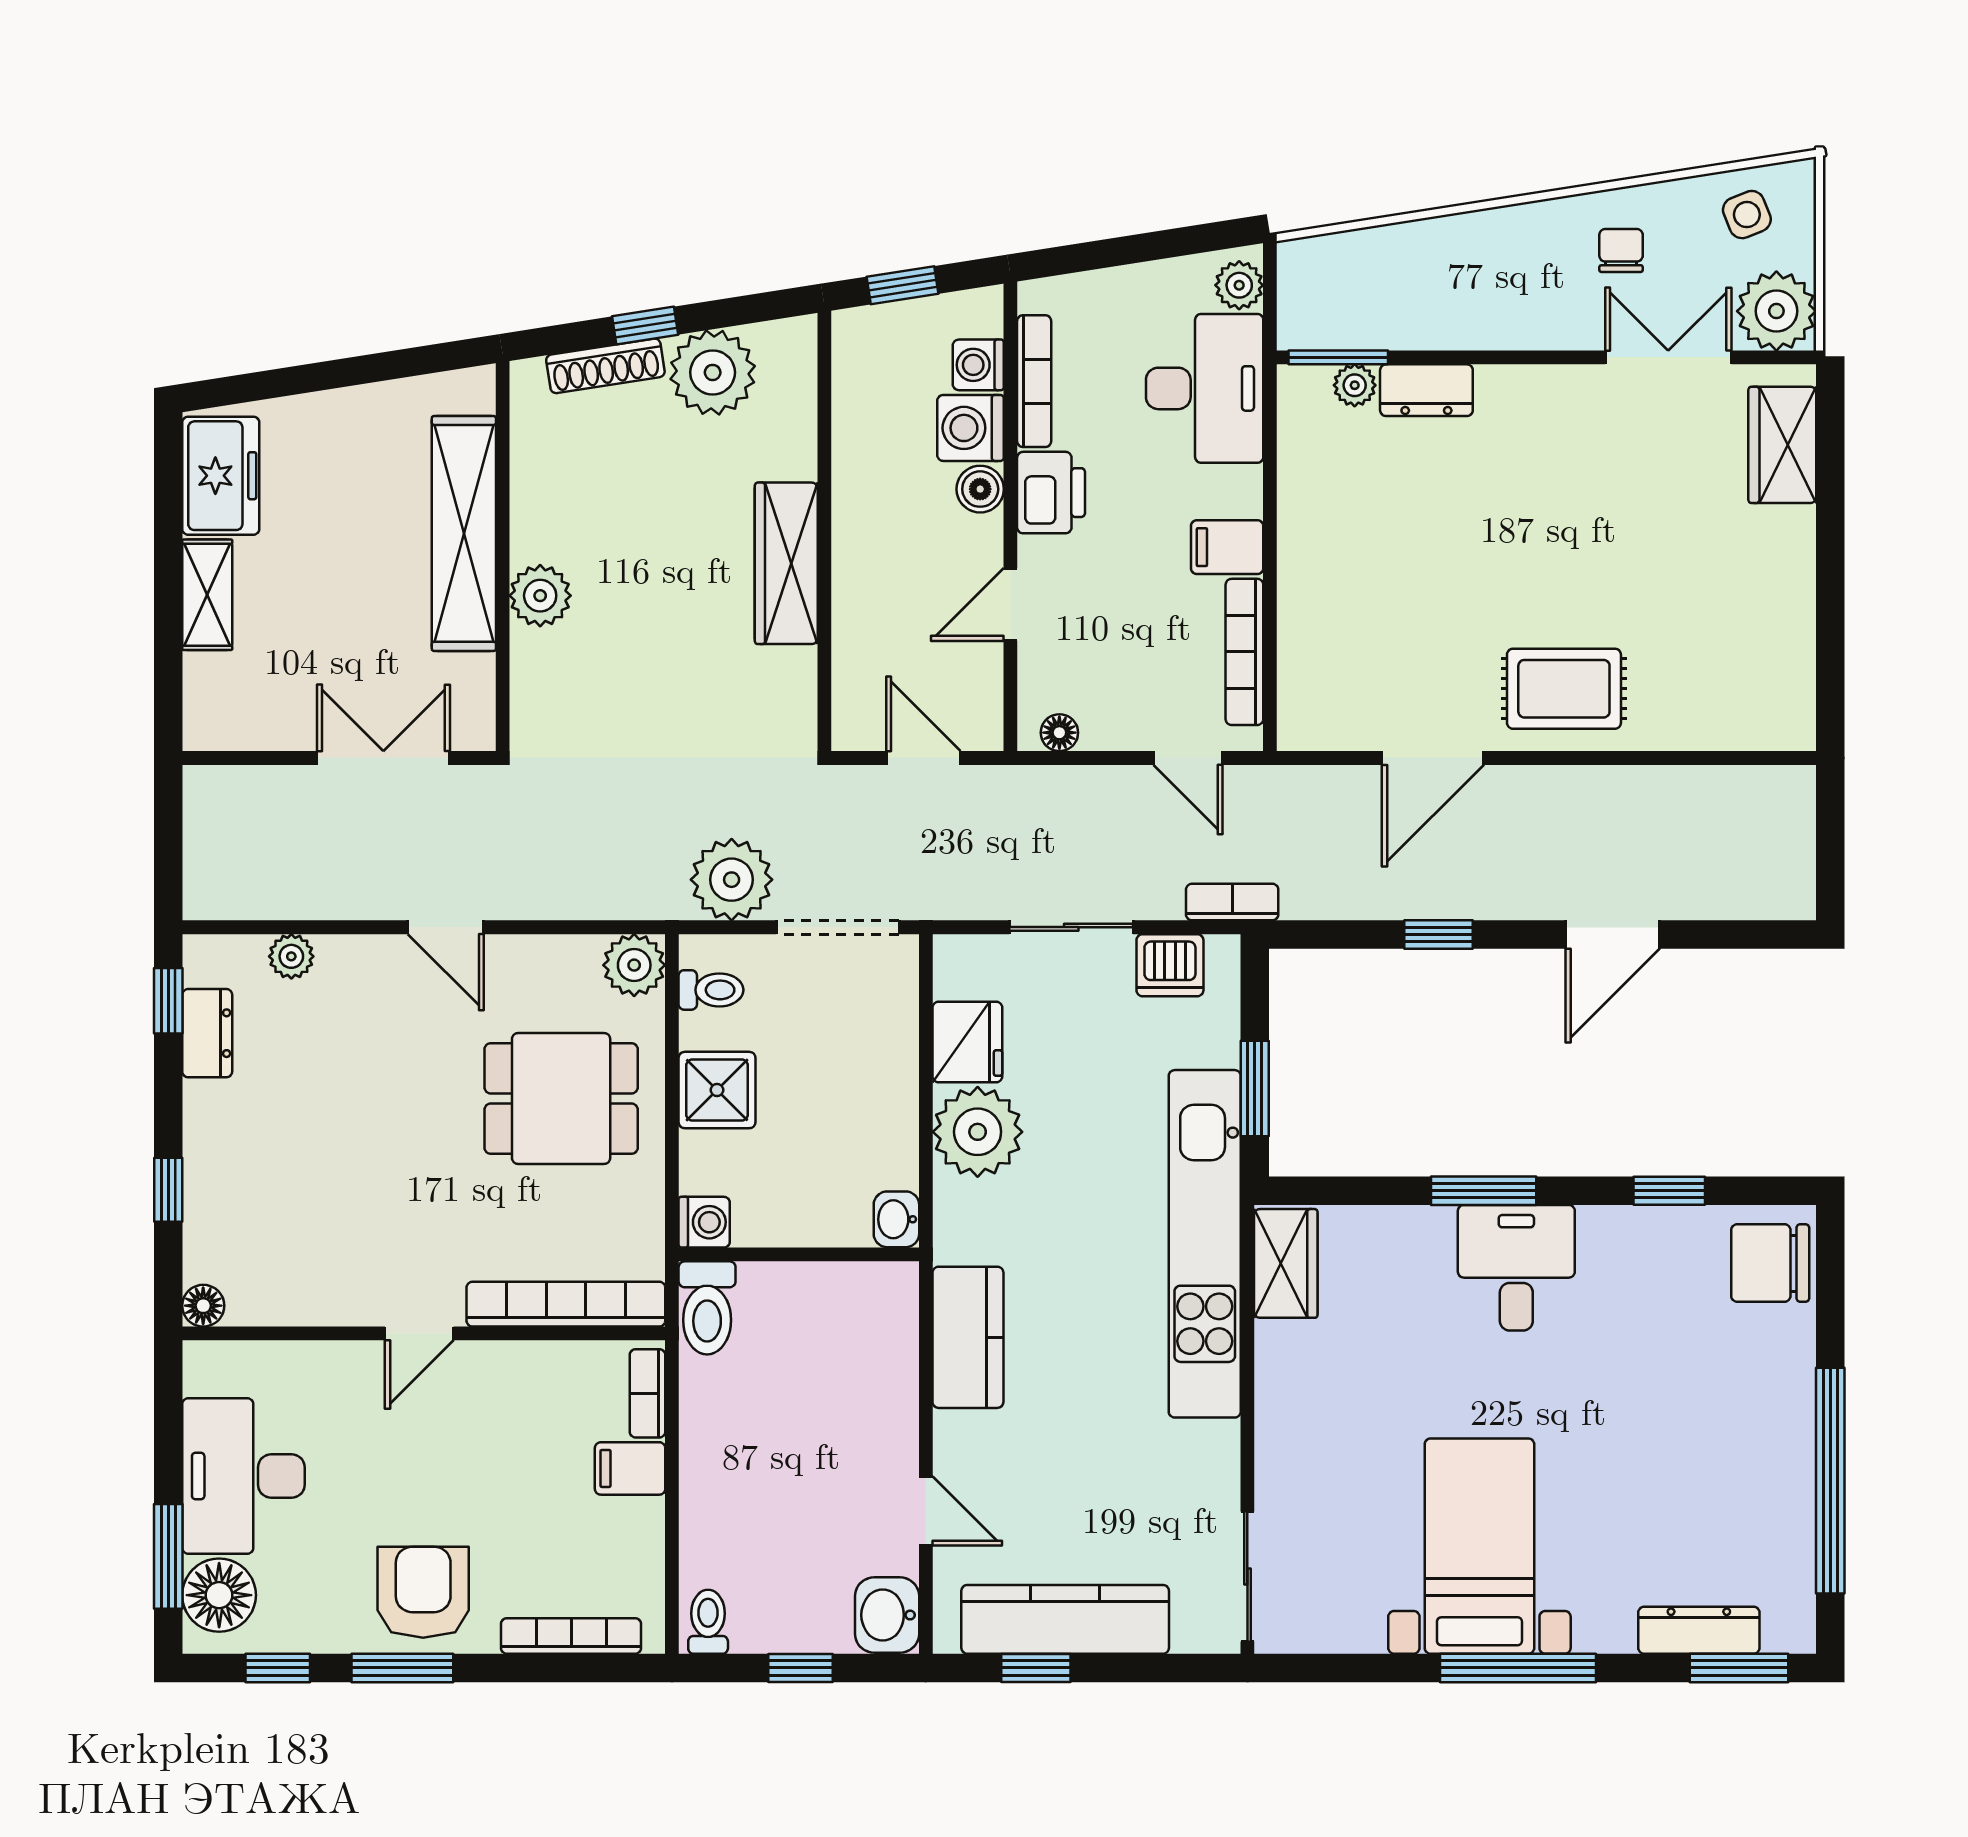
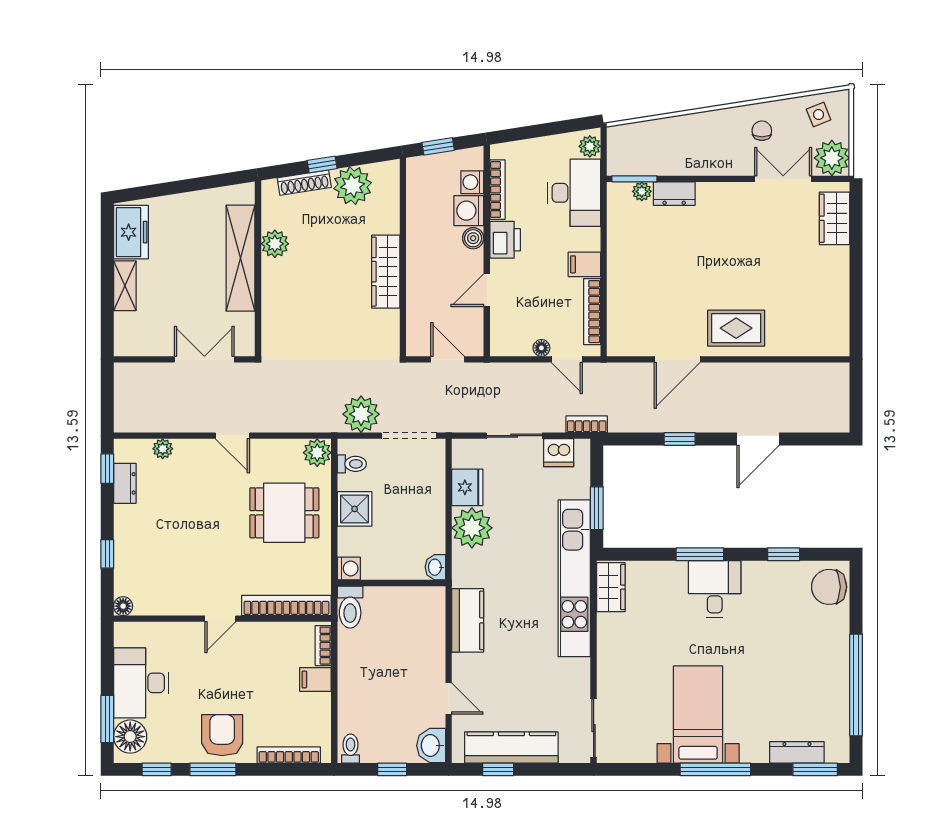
plant: (540, 596) -> (275, 244), moved
floor lamp: (1059, 733) -> (541, 348), moved

